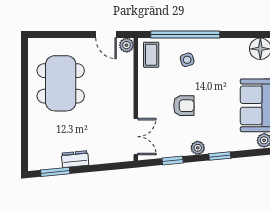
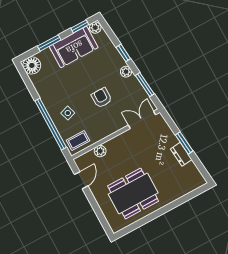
plant: (127, 45) -> (100, 151), moved
window: (173, 161) -> (145, 85), width x1.50
window: (55, 172) -> (184, 143), moved

